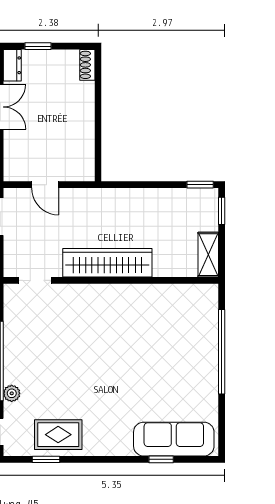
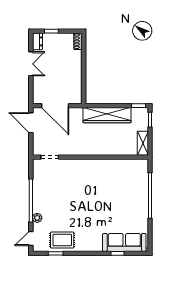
door: (45, 185) -> (55, 106), width x1.87
wardrobe: (107, 263) -> (107, 115), moved, turned 180

